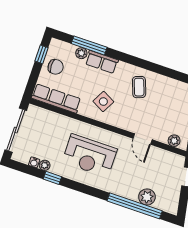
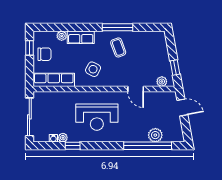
window: (89, 45) -> (117, 27), moved

